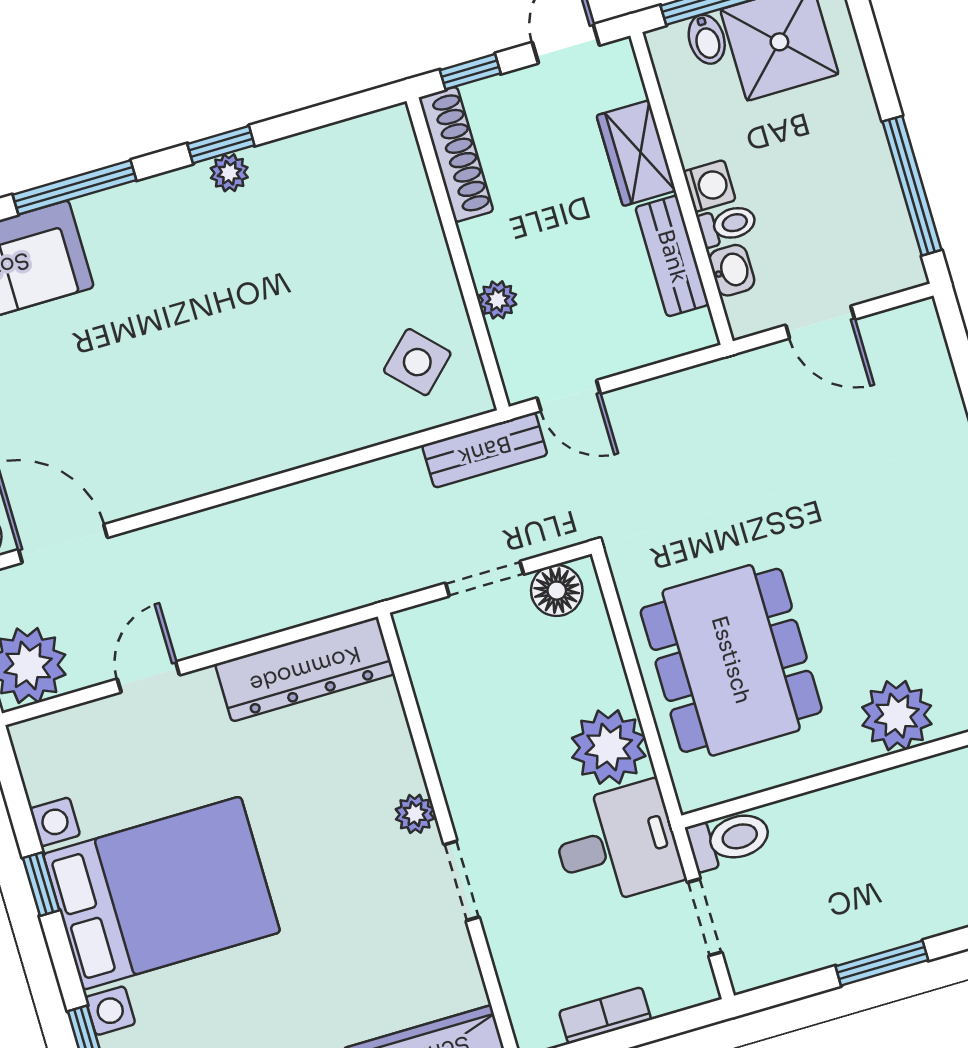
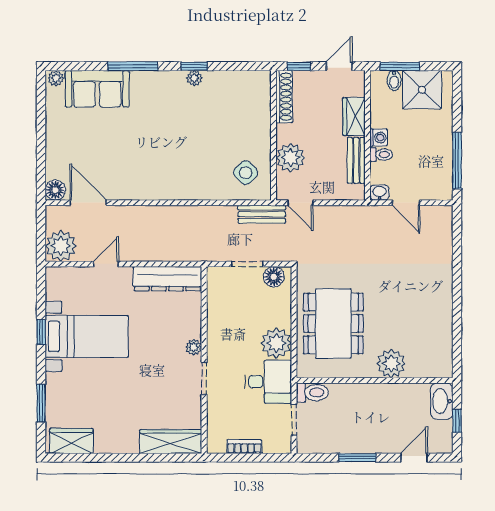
washbasin: (732, 270) -> (379, 193), moved, turned -90
plant: (498, 300) -> (291, 158), width x1.88, depth x1.88
bed with nightstands: (162, 893) -> (87, 336), width x0.73

